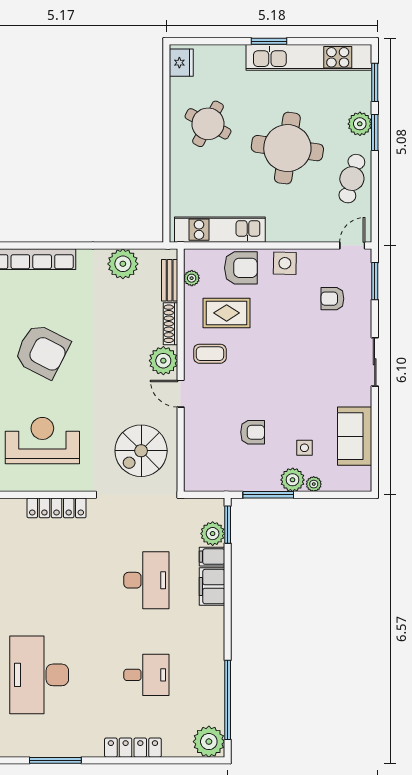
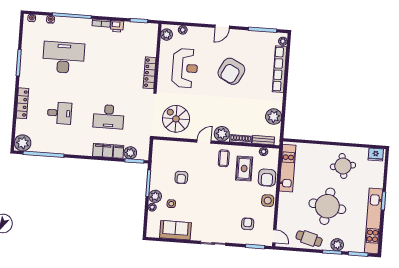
round table: (208, 124) -> (343, 166), turned -37
desk: (146, 675) -> (60, 113), turned -90

